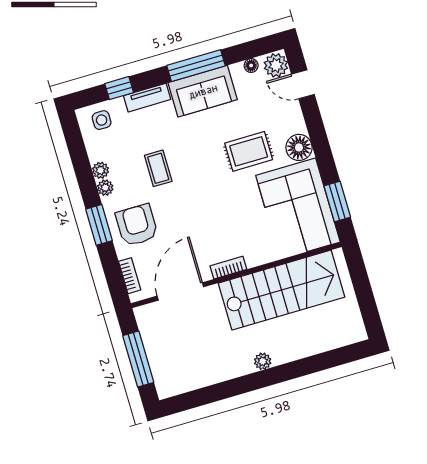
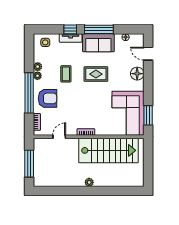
plant: (276, 65) -> (138, 41), removed
window: (119, 88) -> (70, 29), moved
floor lamp: (299, 147) -> (137, 74), moved
rug: (249, 151) -> (96, 74), moved
window: (99, 225) -> (29, 93), width x2.11
armchair: (137, 225) -> (47, 98), turned 90
door: (180, 291) -> (59, 137), width x0.53

